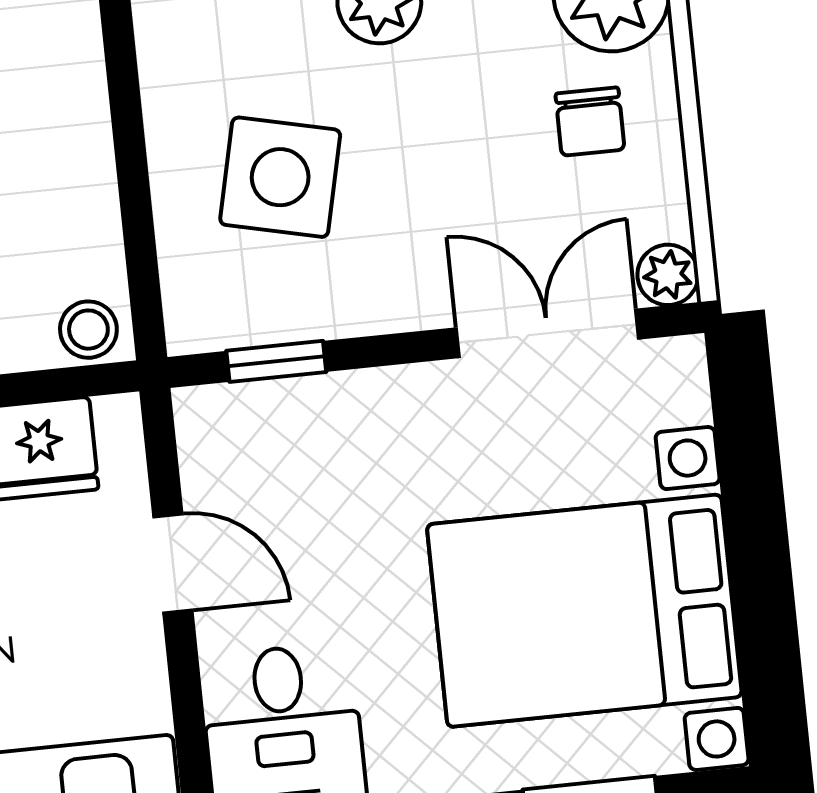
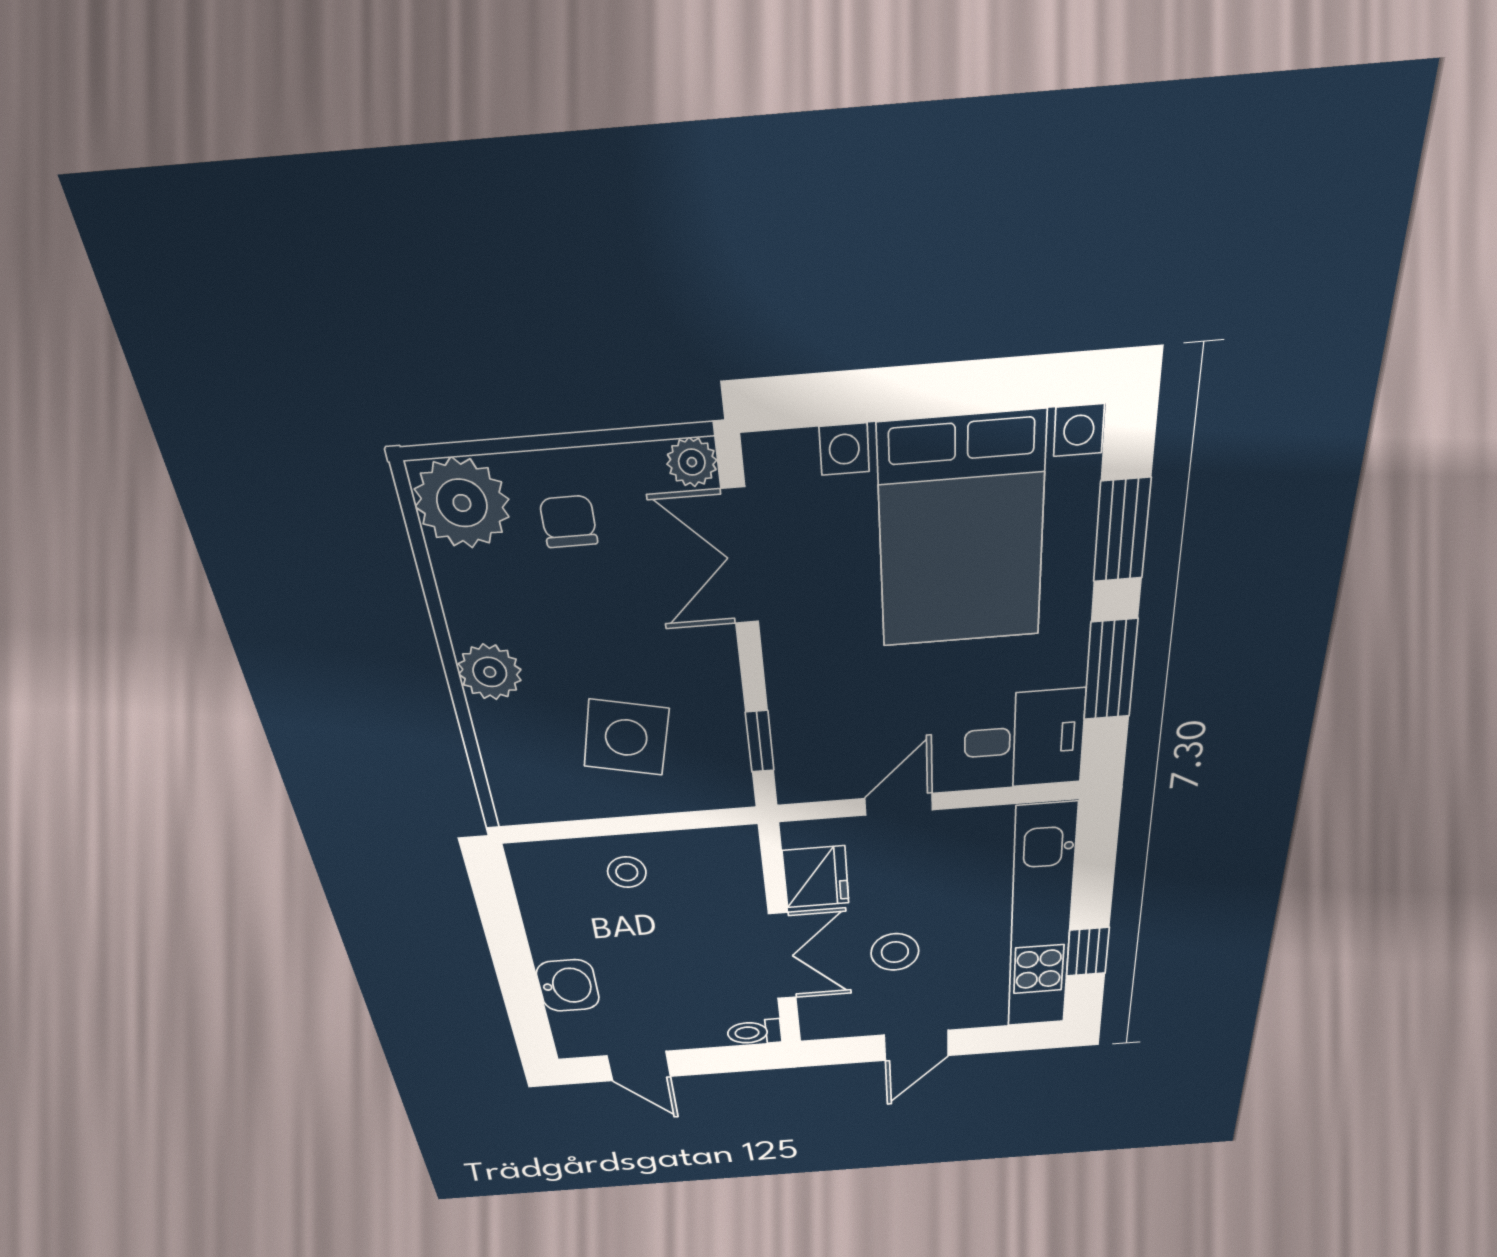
chair: (590, 122) -> (569, 522), turned -90
stool: (88, 330) -> (627, 872), moved

